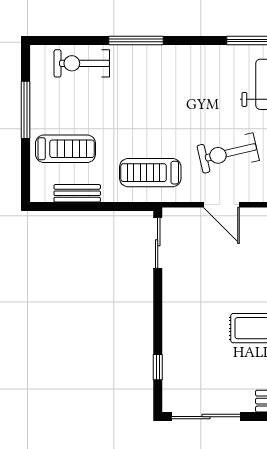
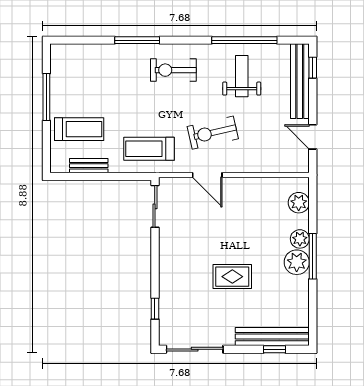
exercise bike: (82, 63) -> (173, 70), moved

